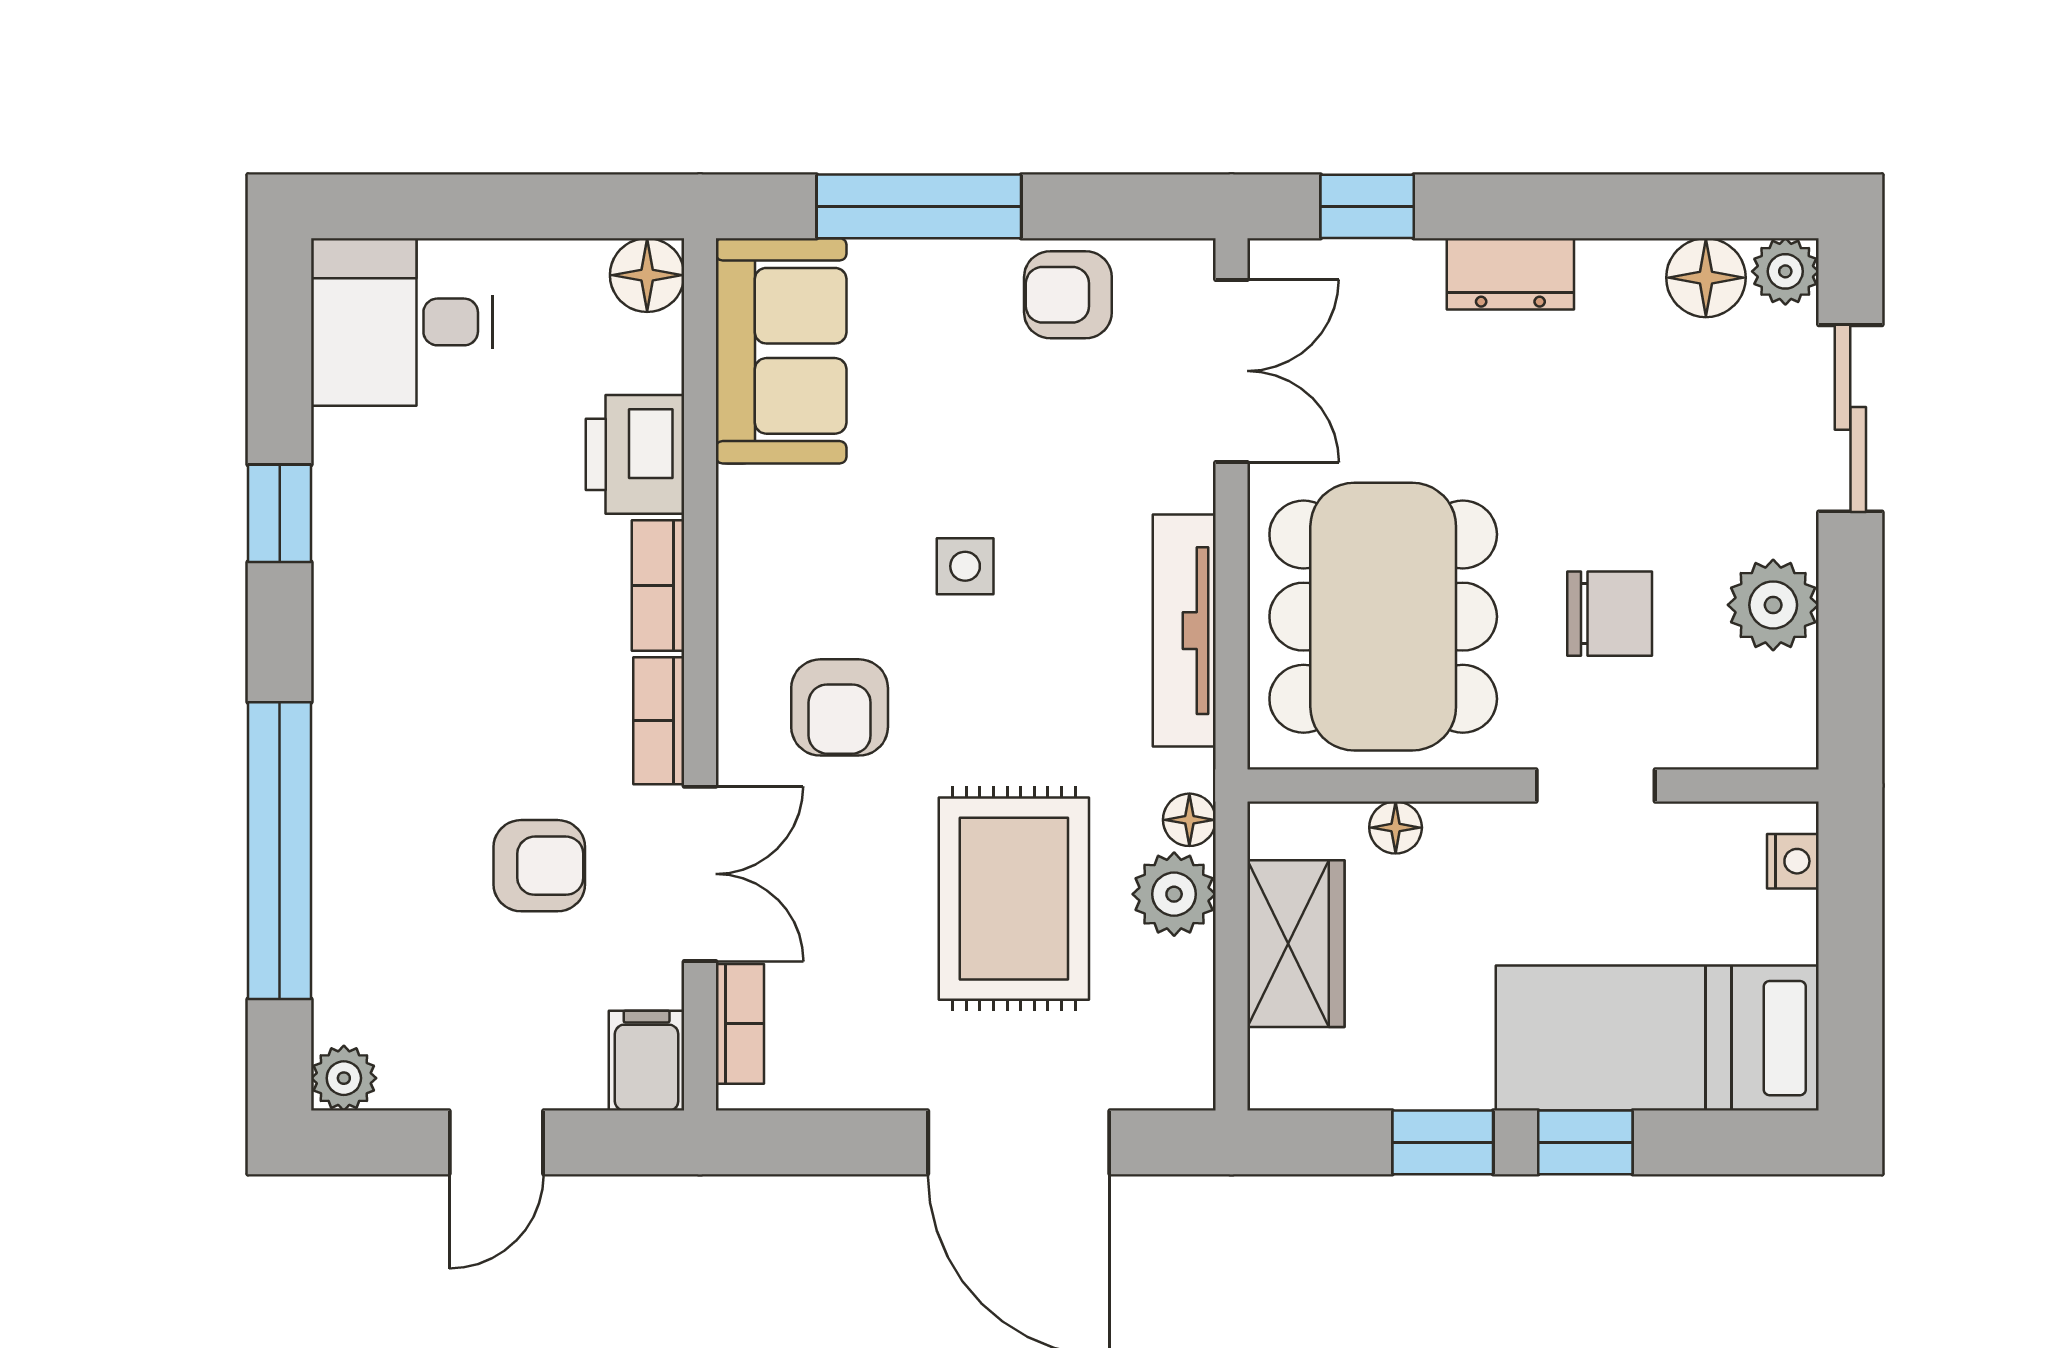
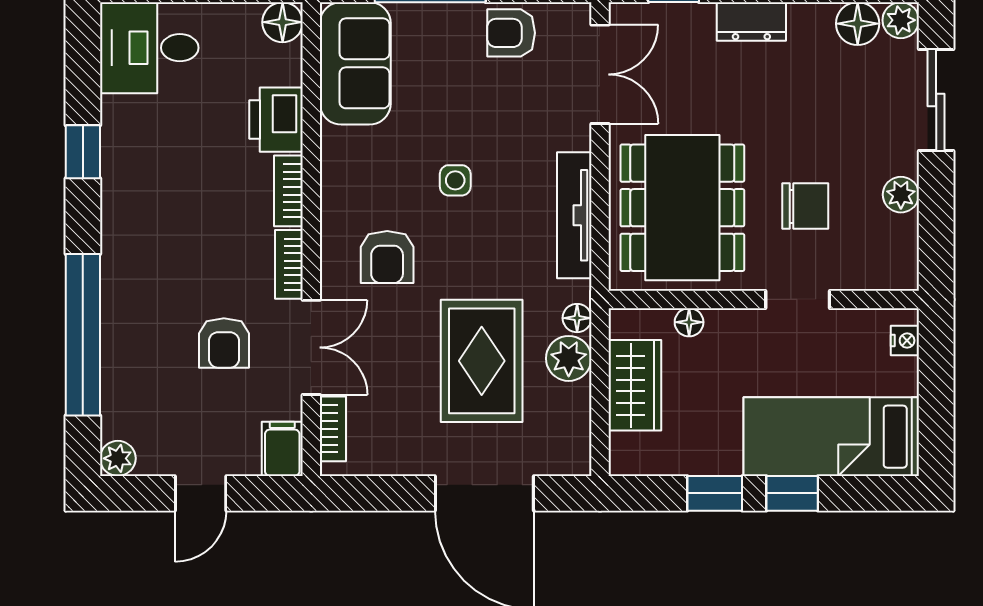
plant: (1773, 605) -> (901, 195), width x0.73, depth x0.73
armchair: (539, 866) -> (224, 343), turned 90

